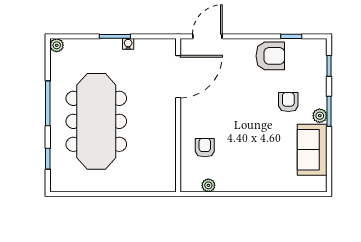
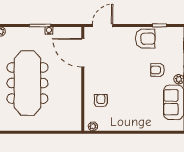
door: (178, 77) -> (83, 53), swing flipped
armchair: (288, 102) -> (157, 70), turned -90
plant: (208, 185) -> (93, 126), moved

